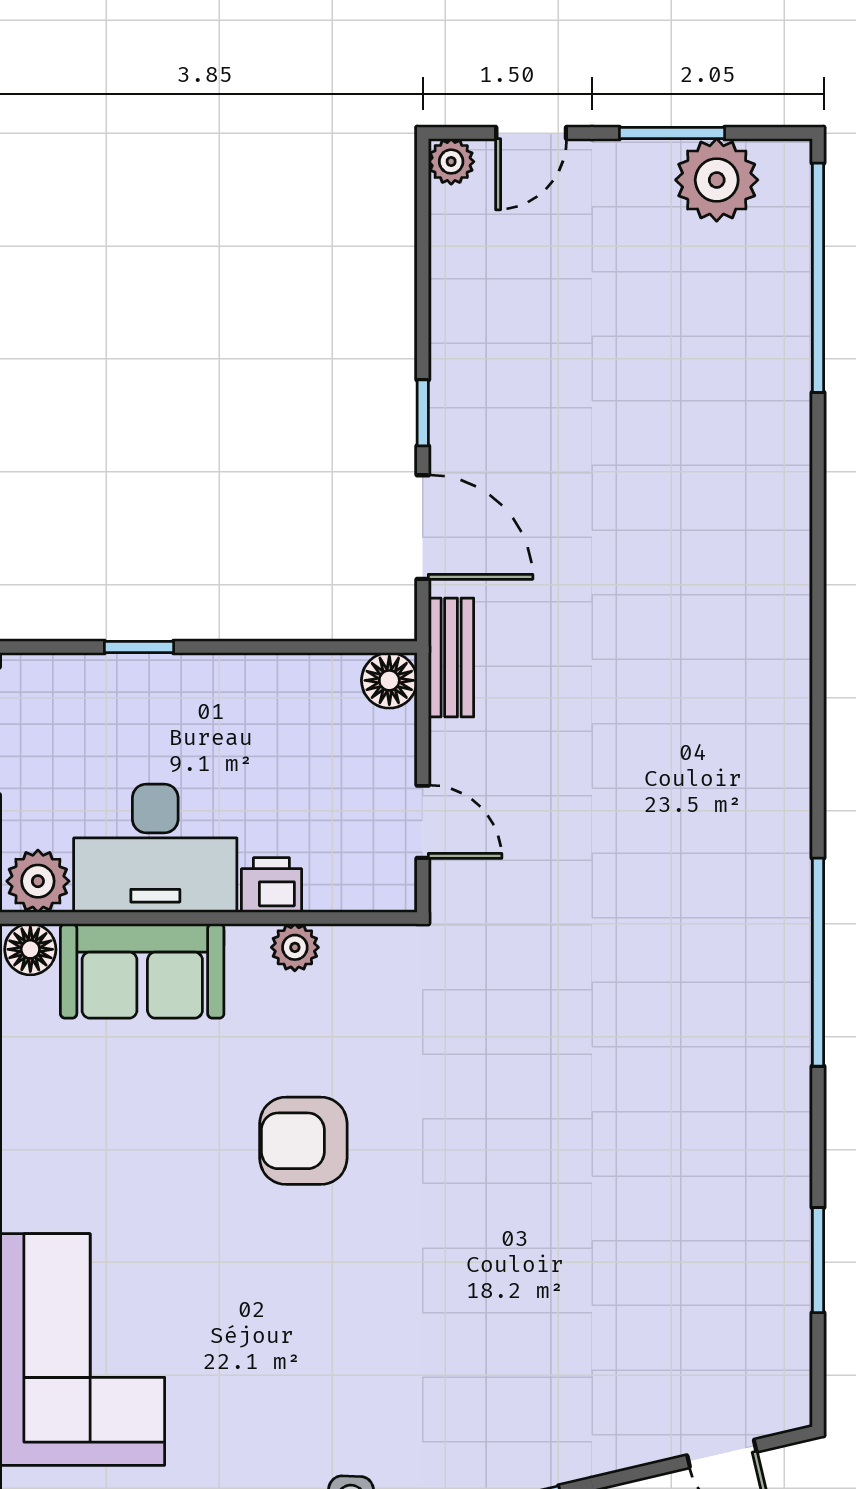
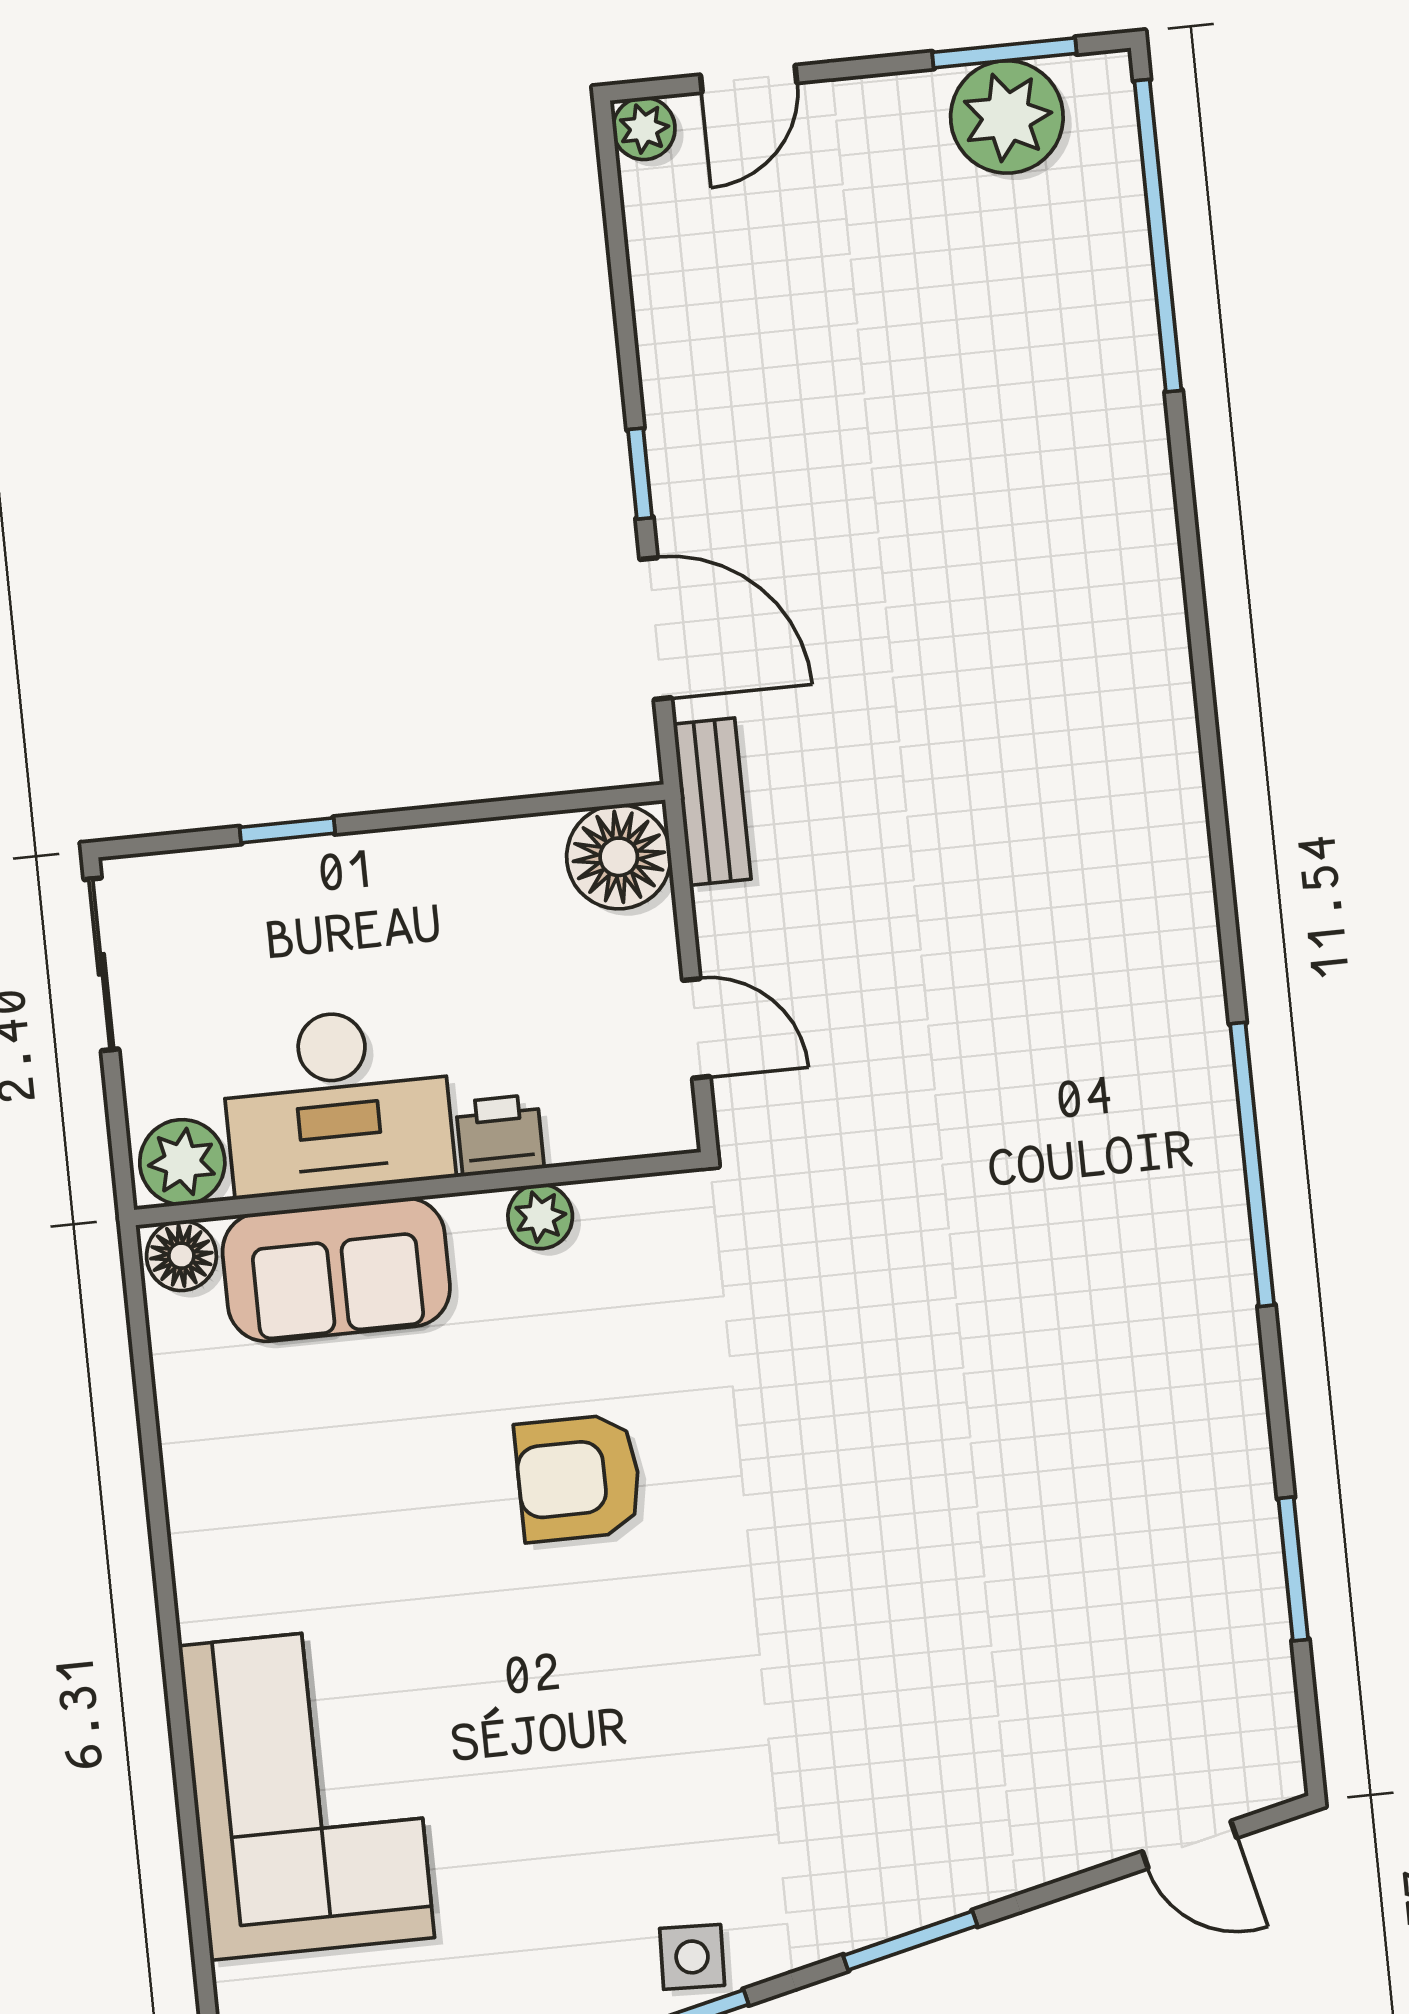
window: (672, 133) -> (1004, 53), moved
floor lamp: (389, 680) -> (619, 857), width x1.38, depth x1.38

